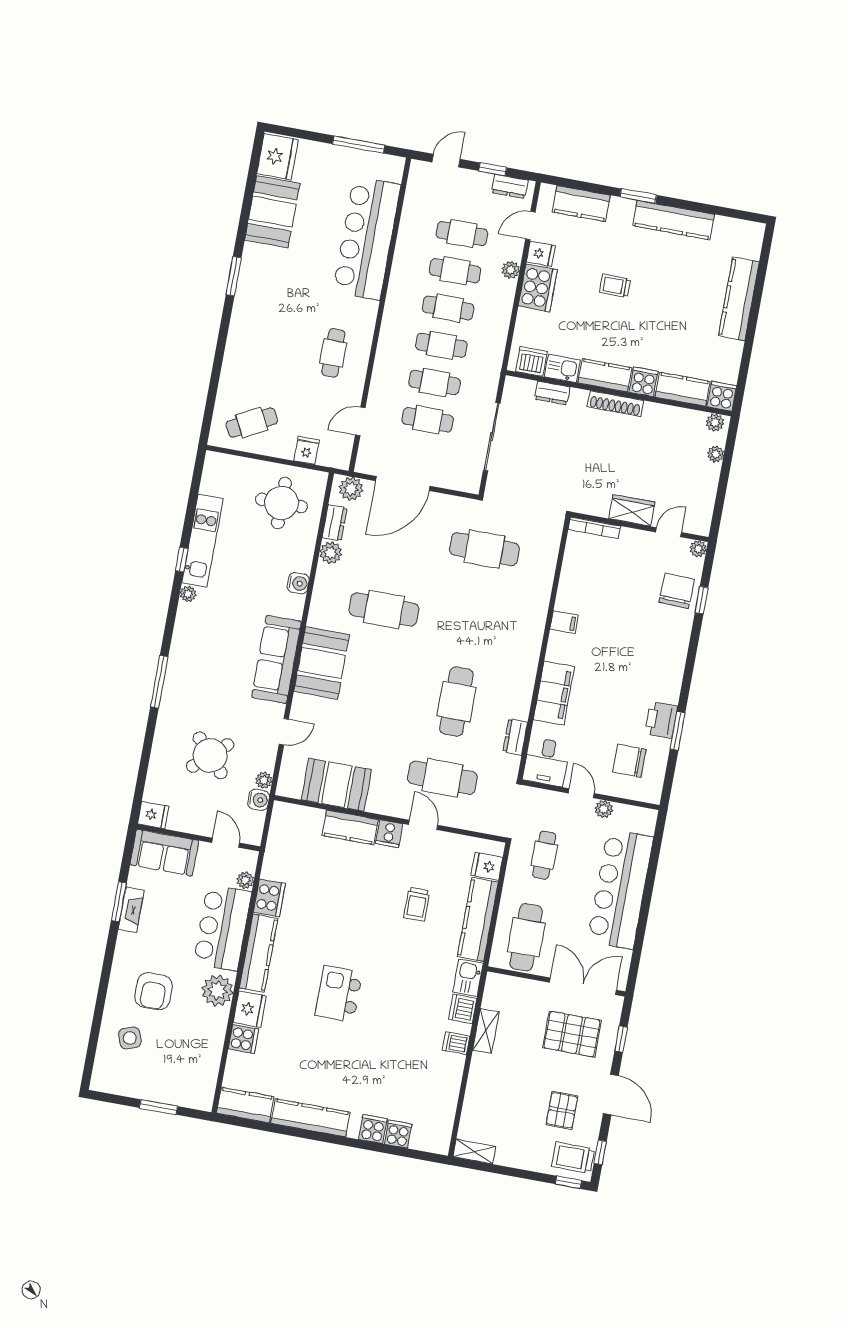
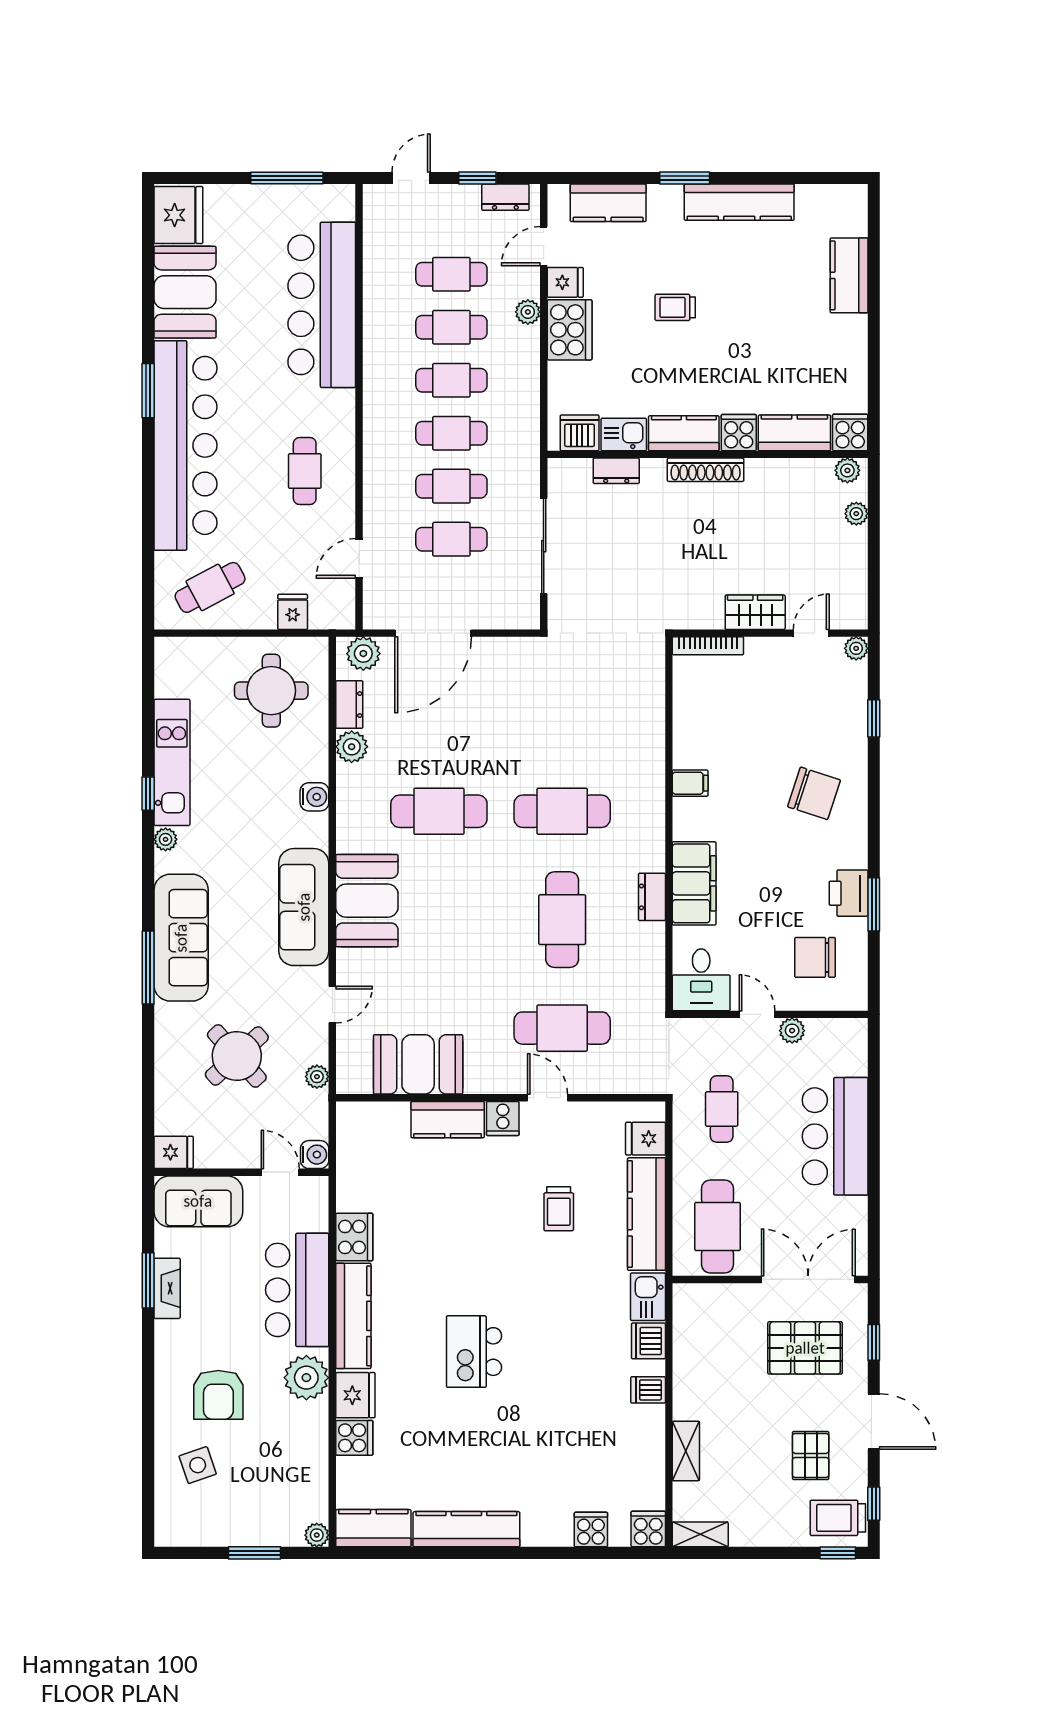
kitchen counter: (739, 299) -> (849, 275), width x0.67
bar counter: (253, 320) -> (185, 445), added
cafe table: (484, 549) -> (562, 811), moved
chair: (677, 591) -> (814, 793), moved, turned 106
sofa: (186, 665) -> (181, 938), added
dresser: (515, 737) -> (652, 897), moved
water cooler: (259, 800) -> (315, 1155), moved
plant: (245, 880) -> (317, 1535), moved
bar counter: (620, 889) -> (835, 1136), width x0.73
shelving: (486, 1031) -> (686, 1451), moved
cooker: (373, 1129) -> (648, 1529), moved

